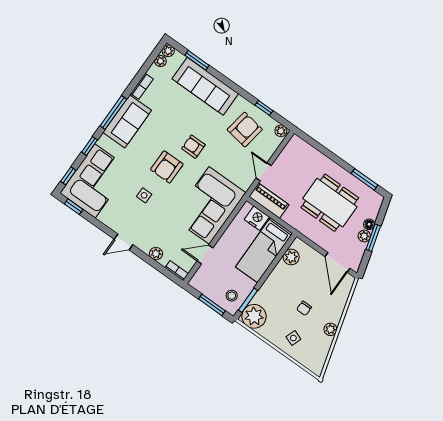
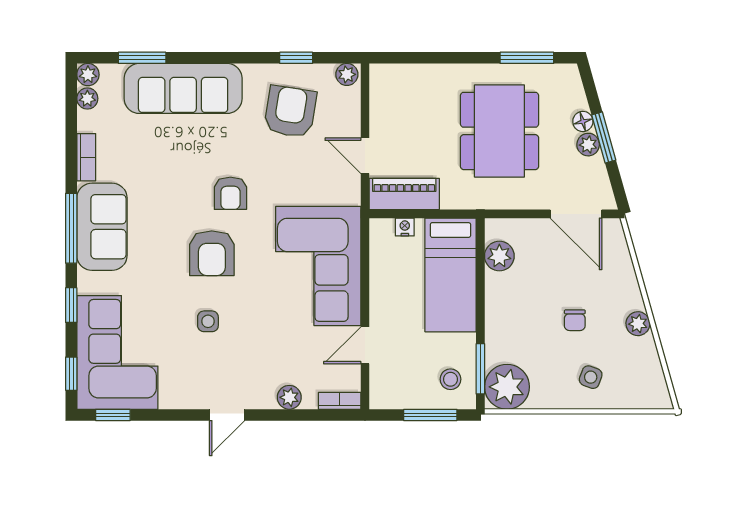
armchair: (193, 147) -> (230, 193), turned -90
dining table: (330, 203) -> (499, 131), turned 90
nightstand: (257, 218) -> (405, 227), width x0.53, depth x0.56

